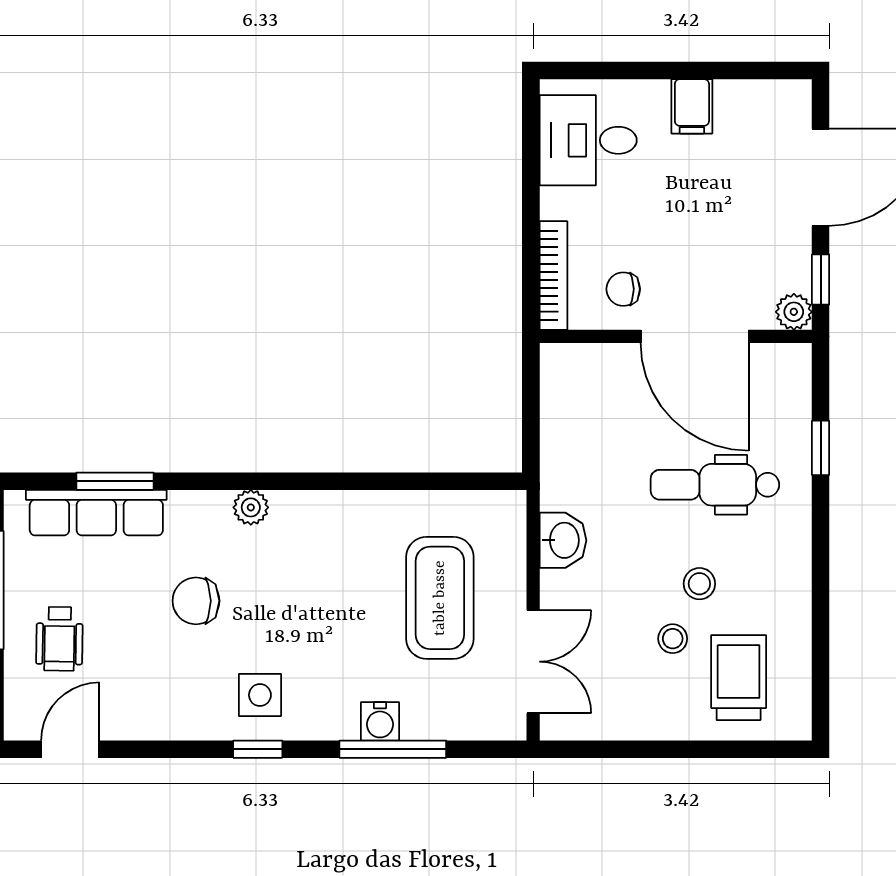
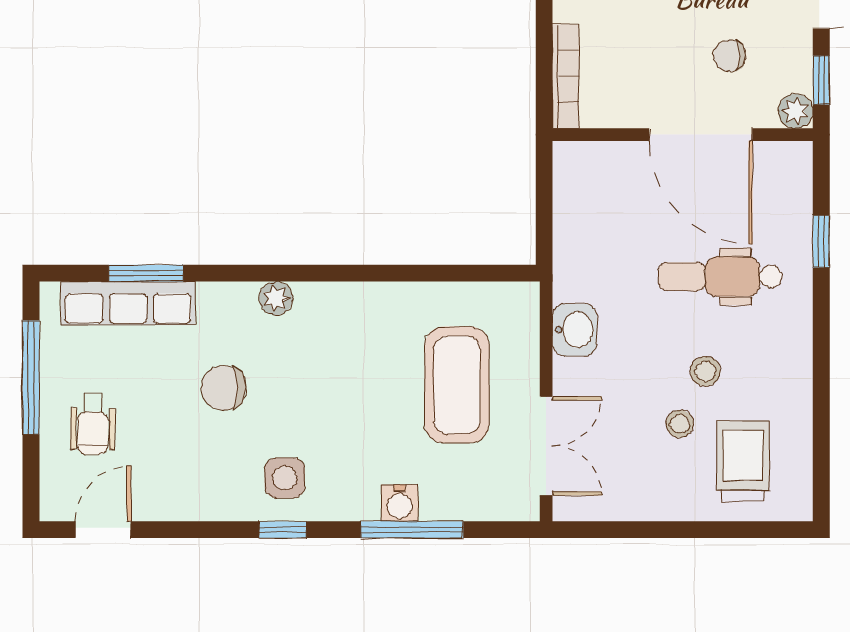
chair: (623, 289) -> (730, 56), moved

